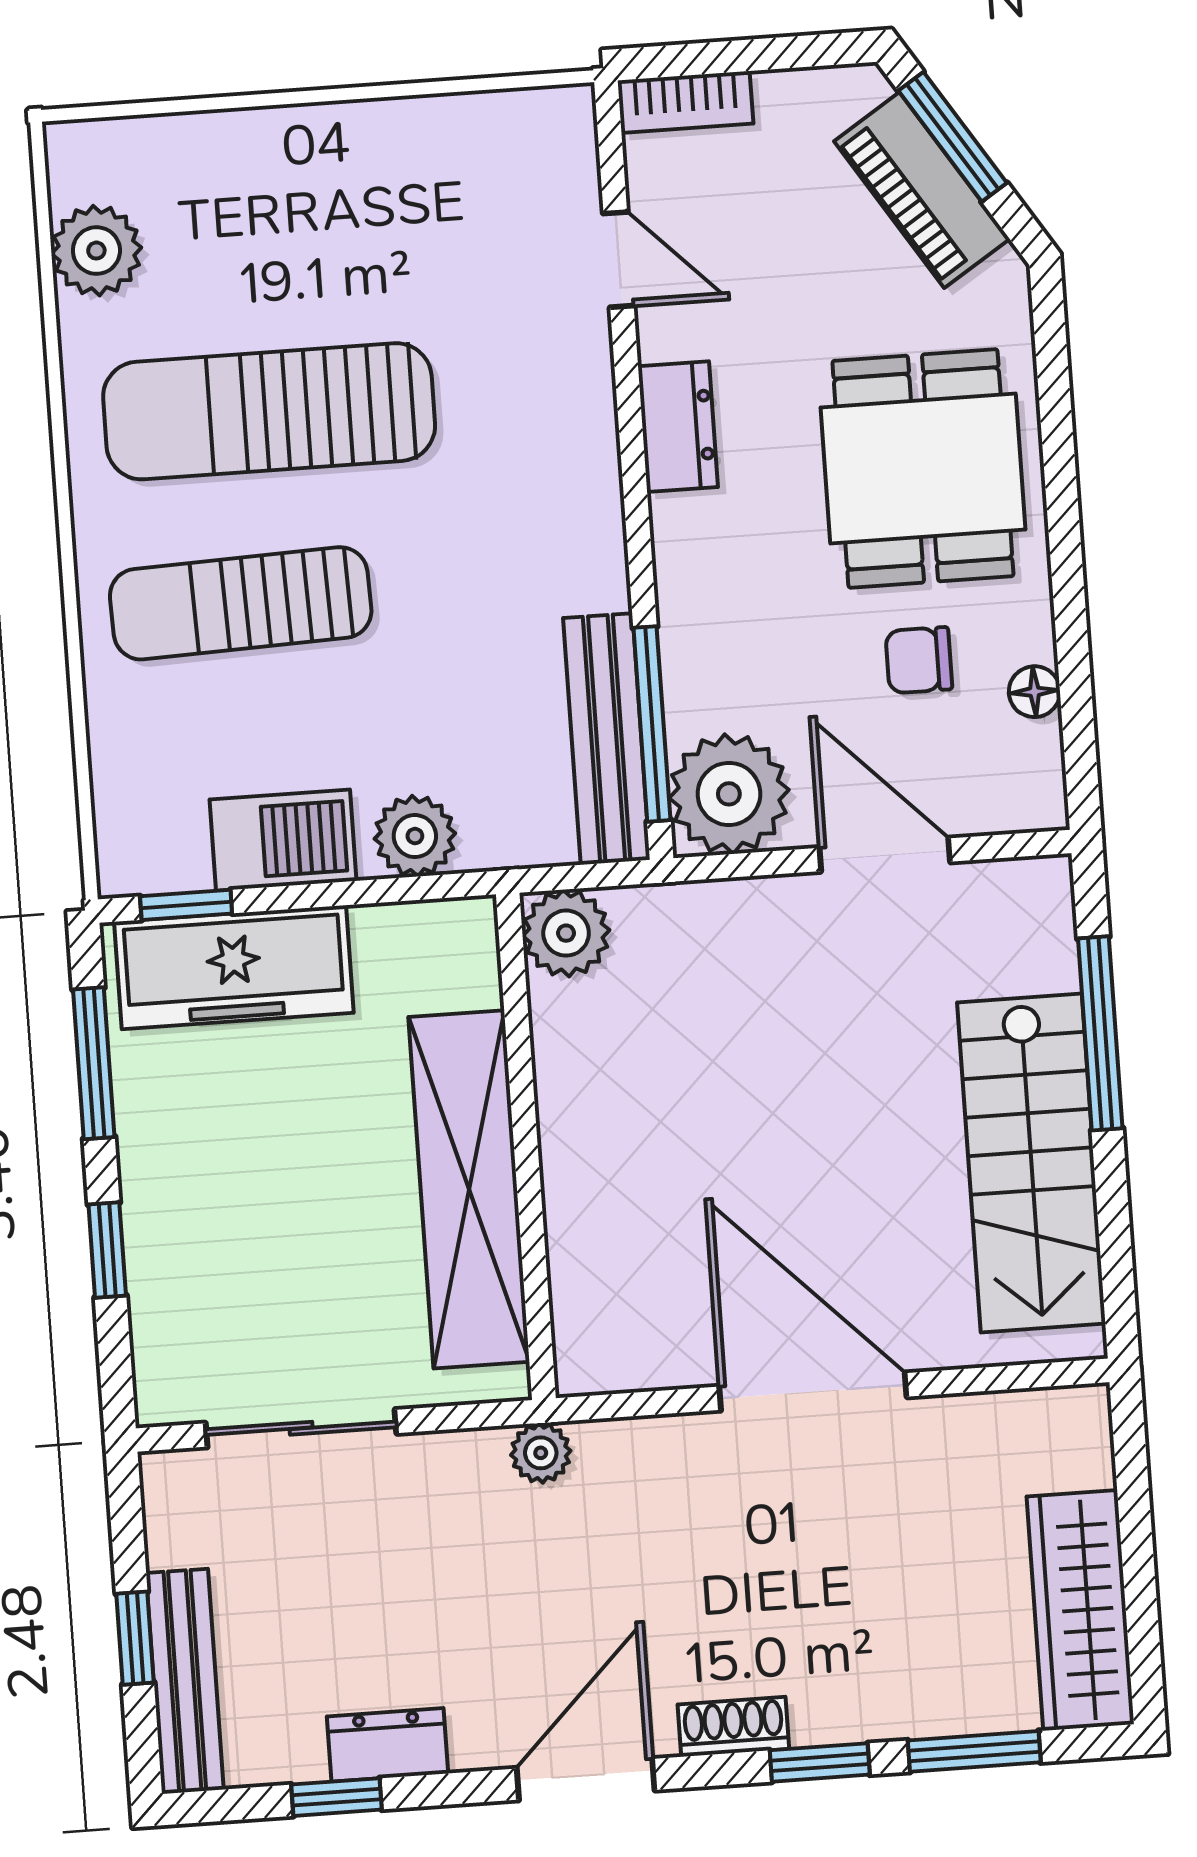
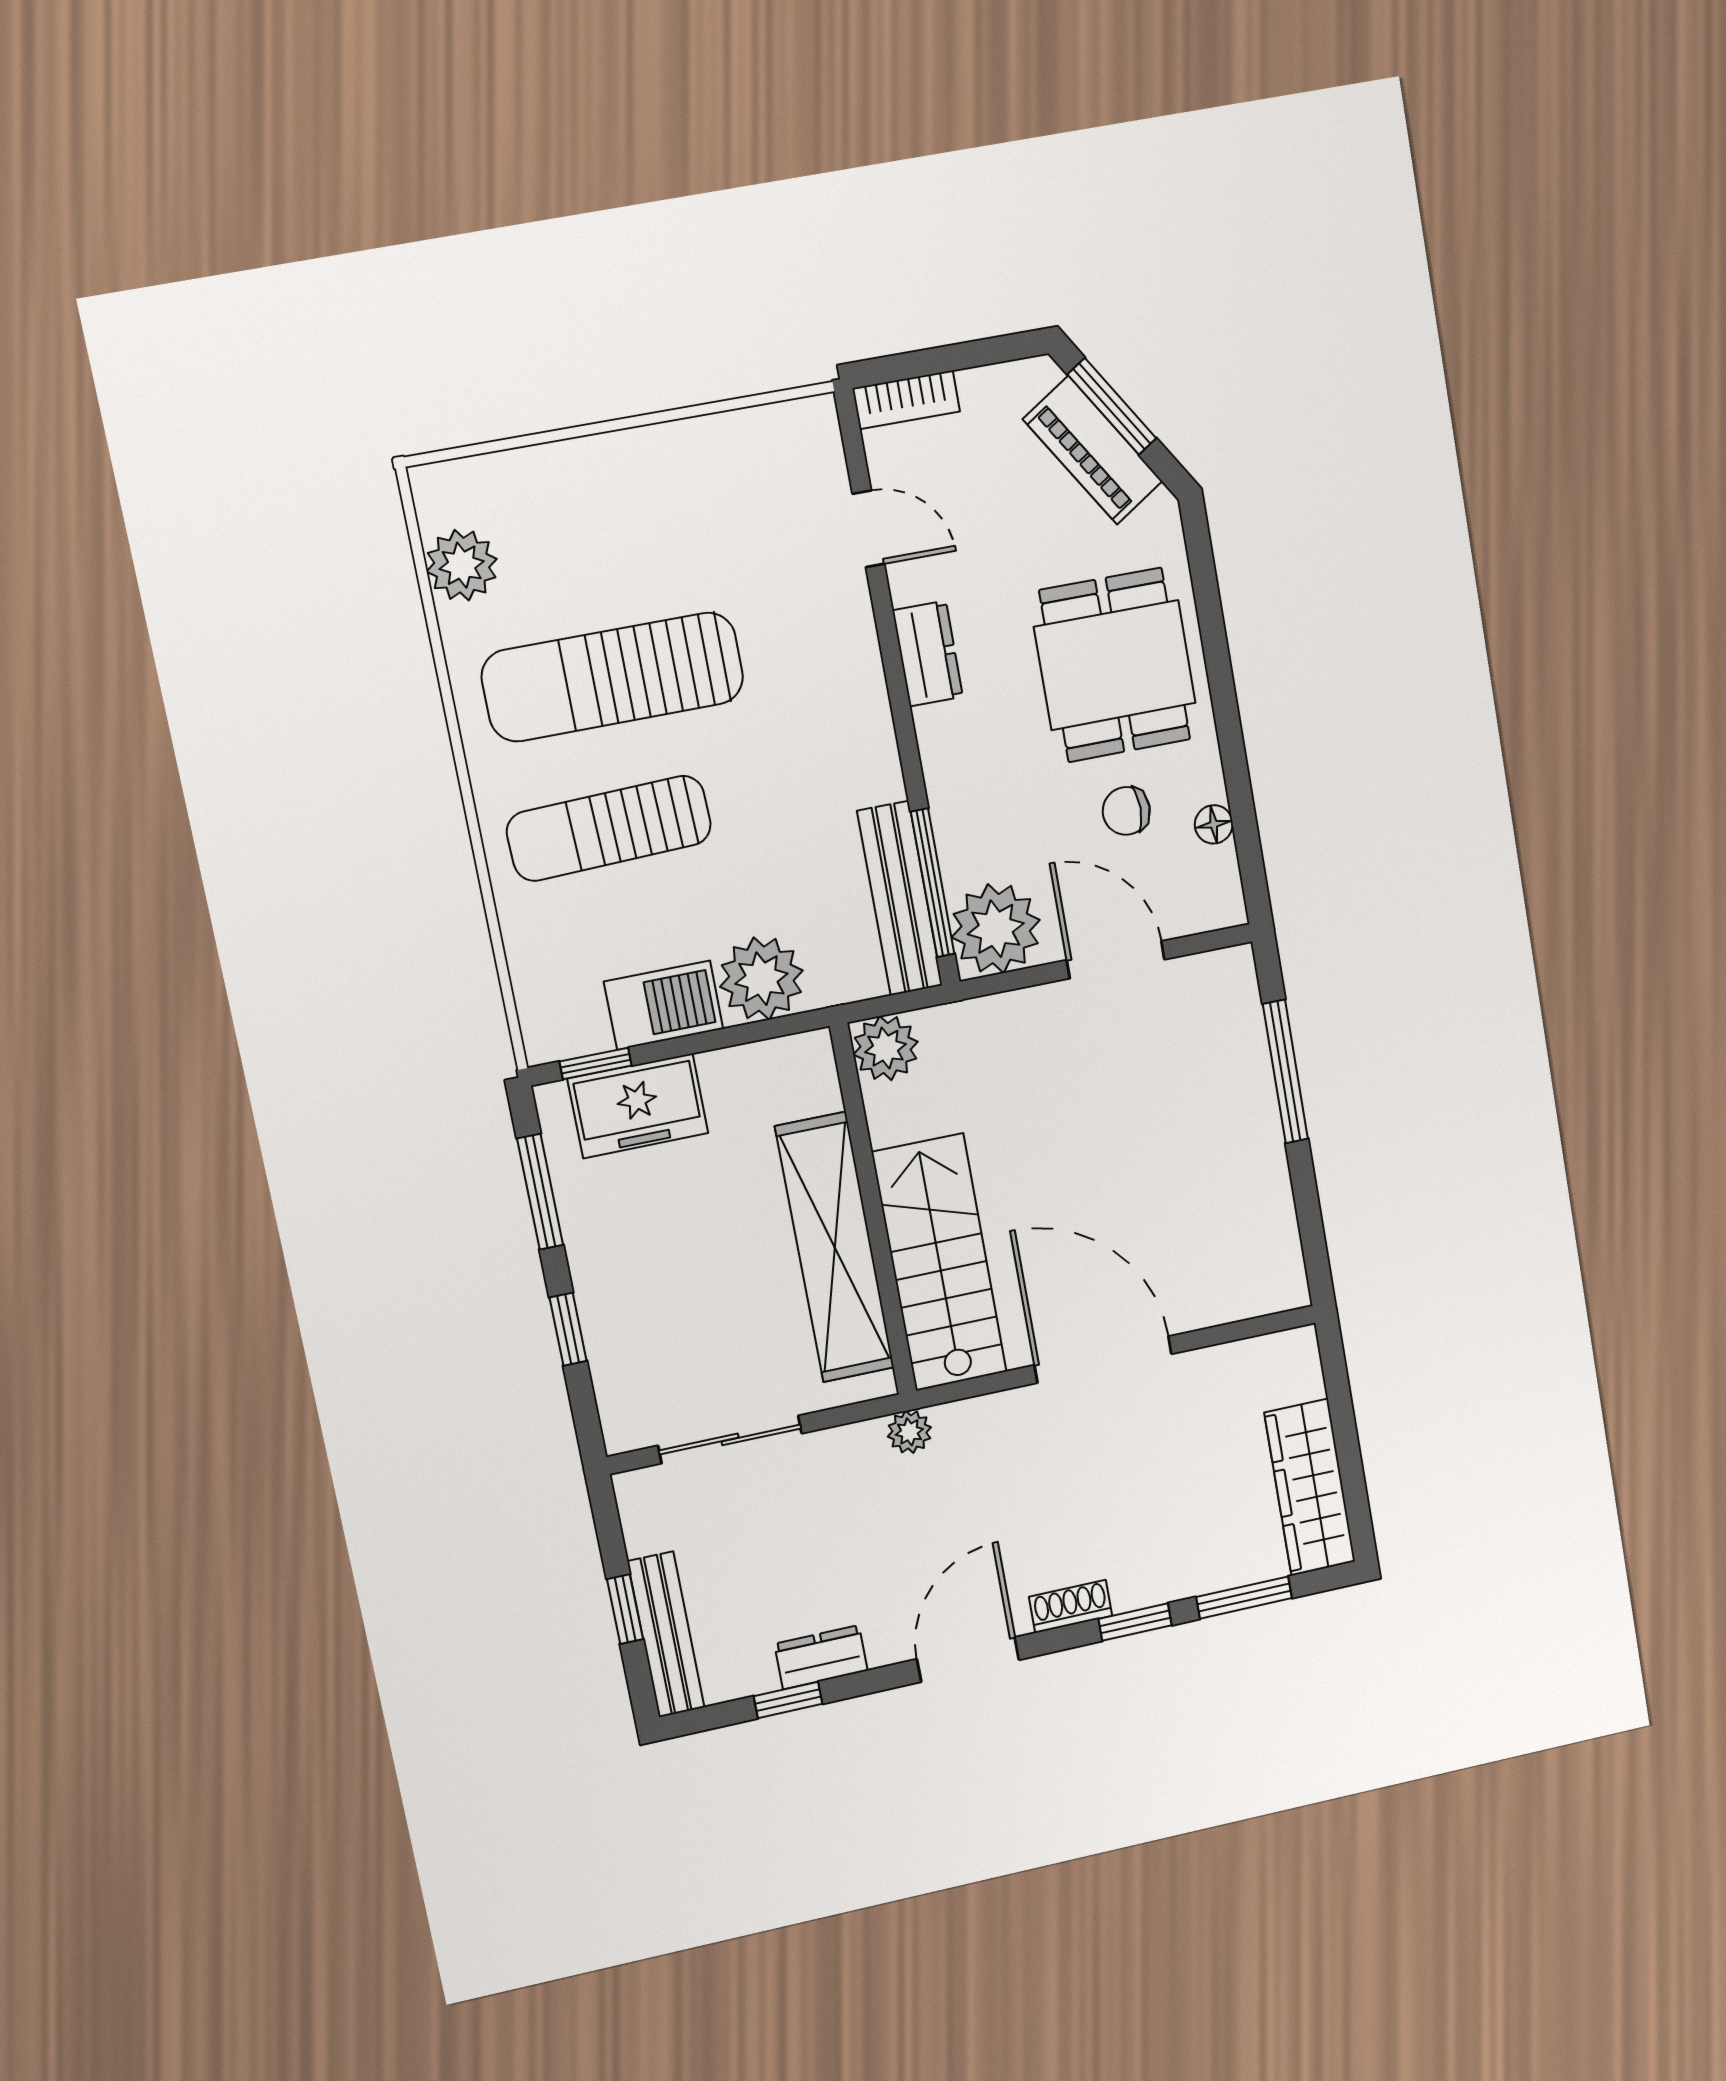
plant: (415, 836) -> (761, 979), width x1.36, depth x1.36
freezer: (234, 967) -> (638, 1106), width x0.71
stairs: (1031, 1163) -> (939, 1262), moved, turned 180

